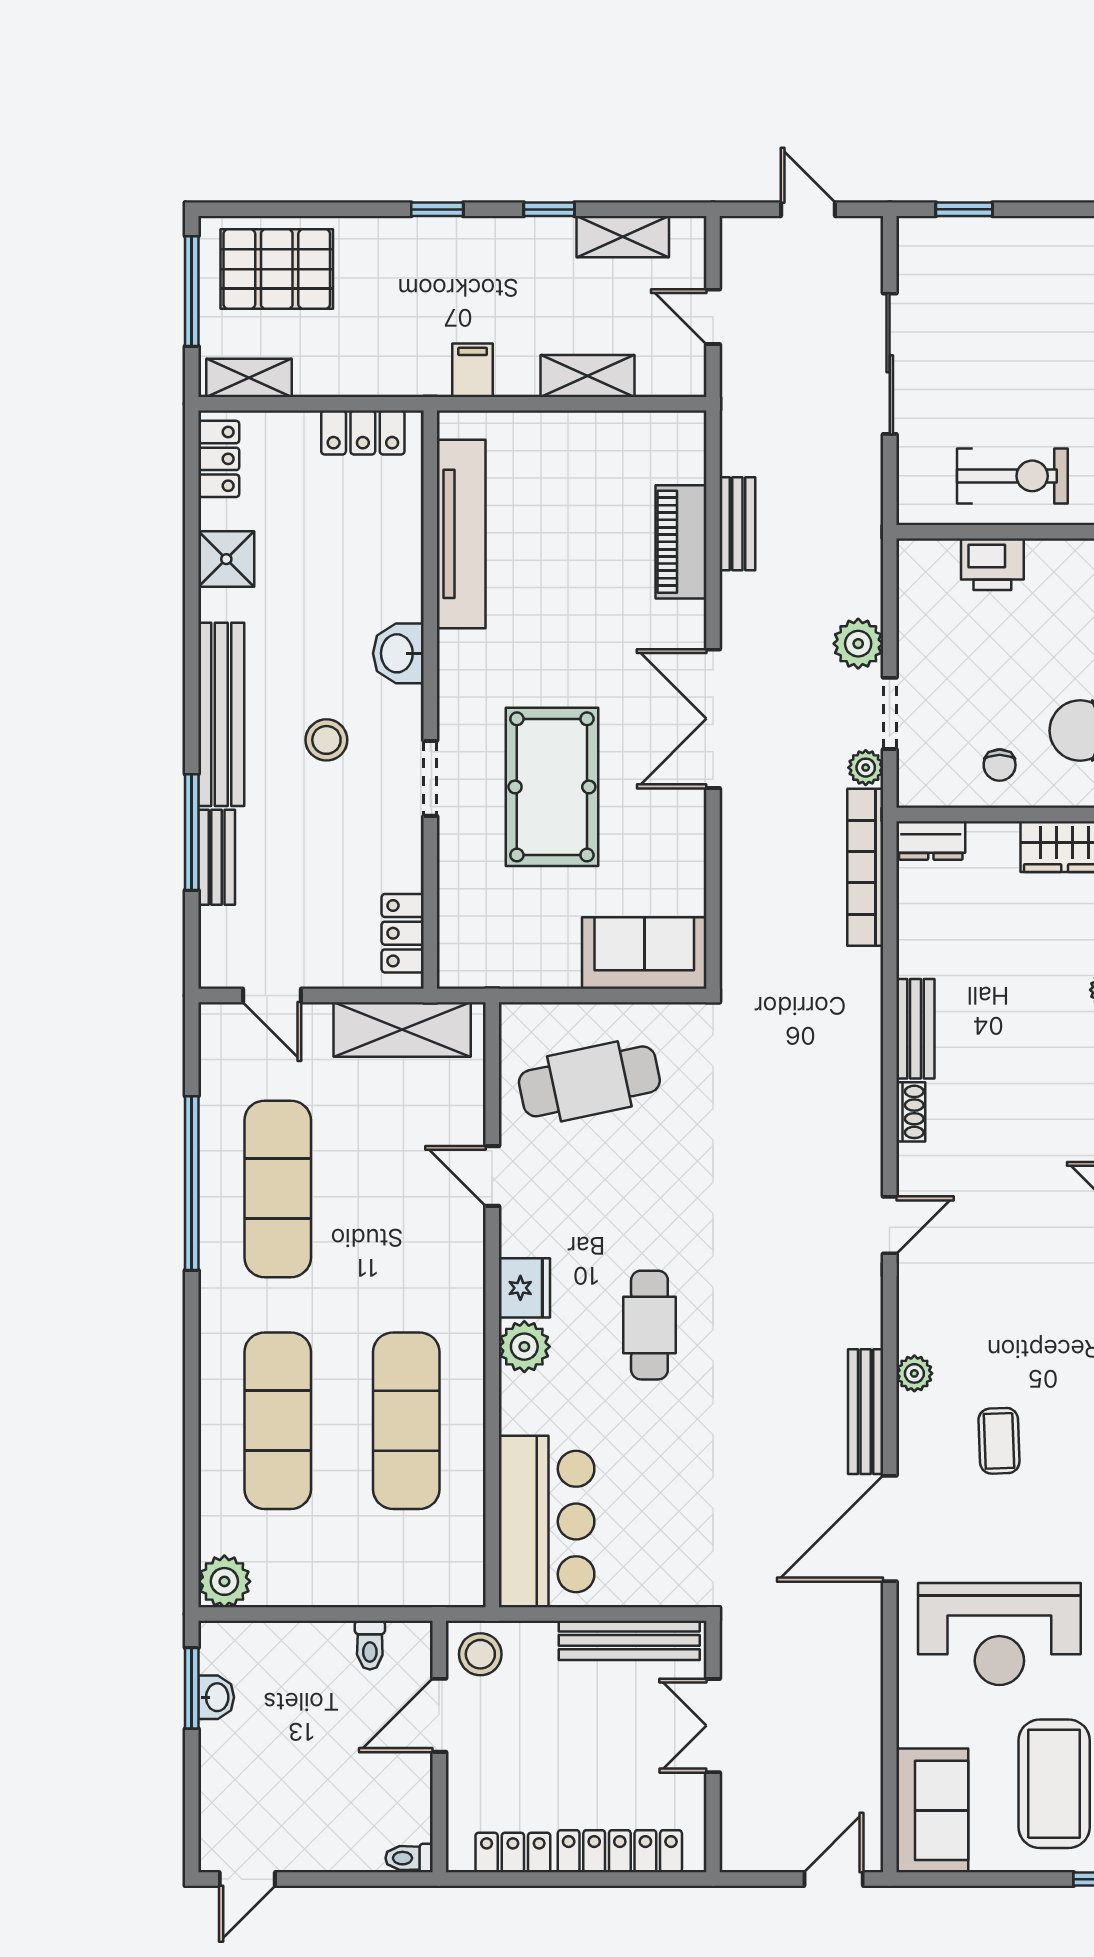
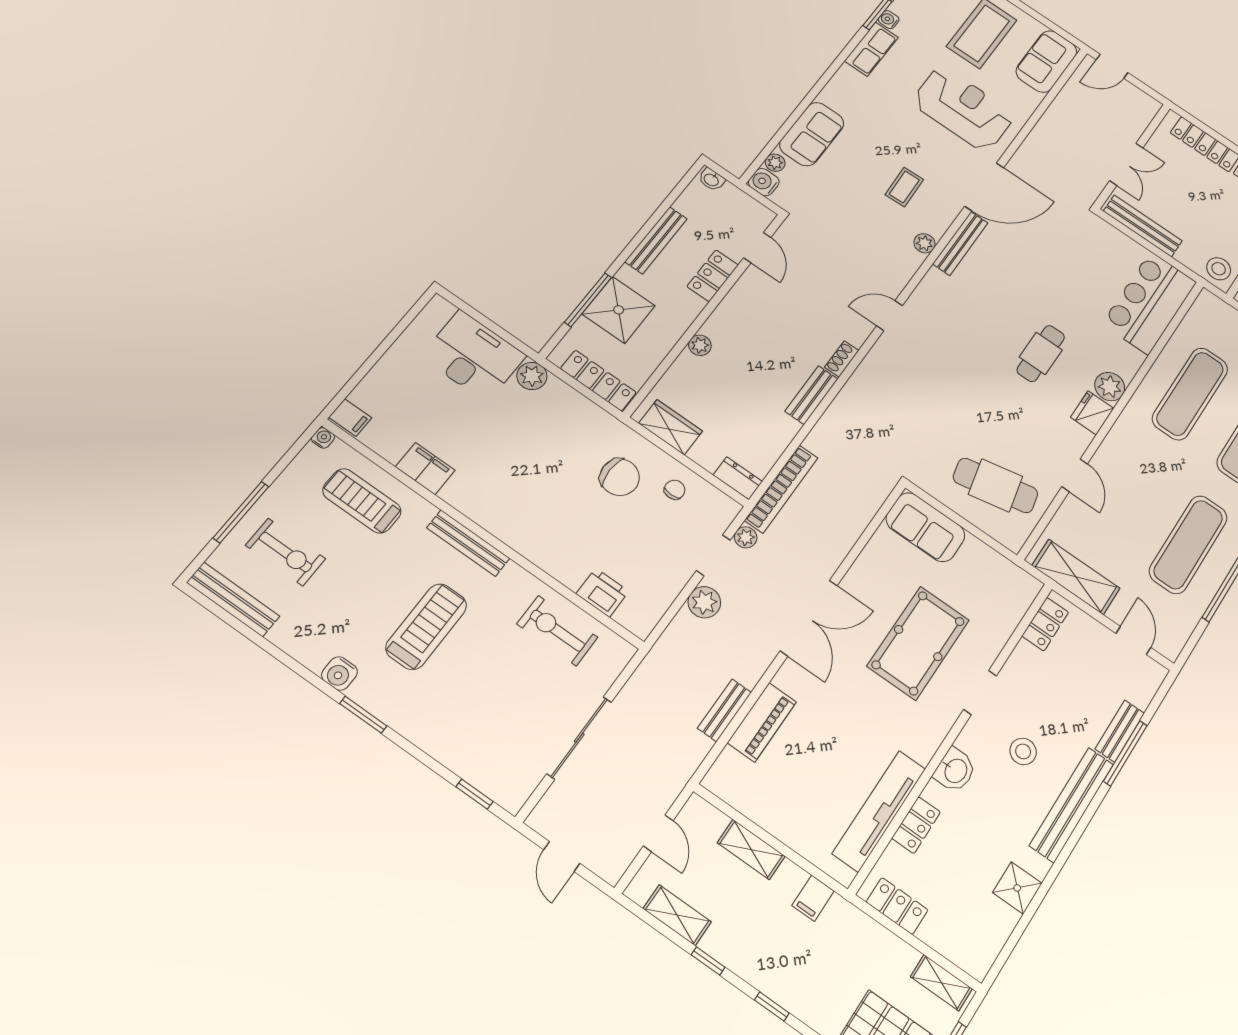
locker: (219, 459) -> (916, 825), moved, turned 180

